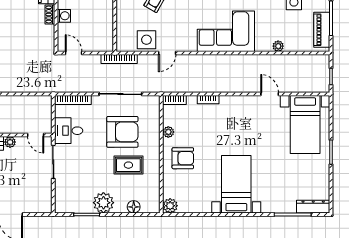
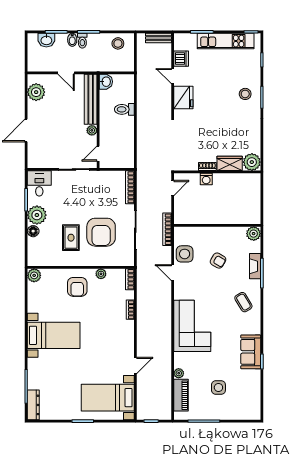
piano: (322, 30) -> (181, 395), moved, turned 90
desk: (69, 131) -> (39, 183), moved
floor lamp: (134, 207) -> (33, 231), moved

